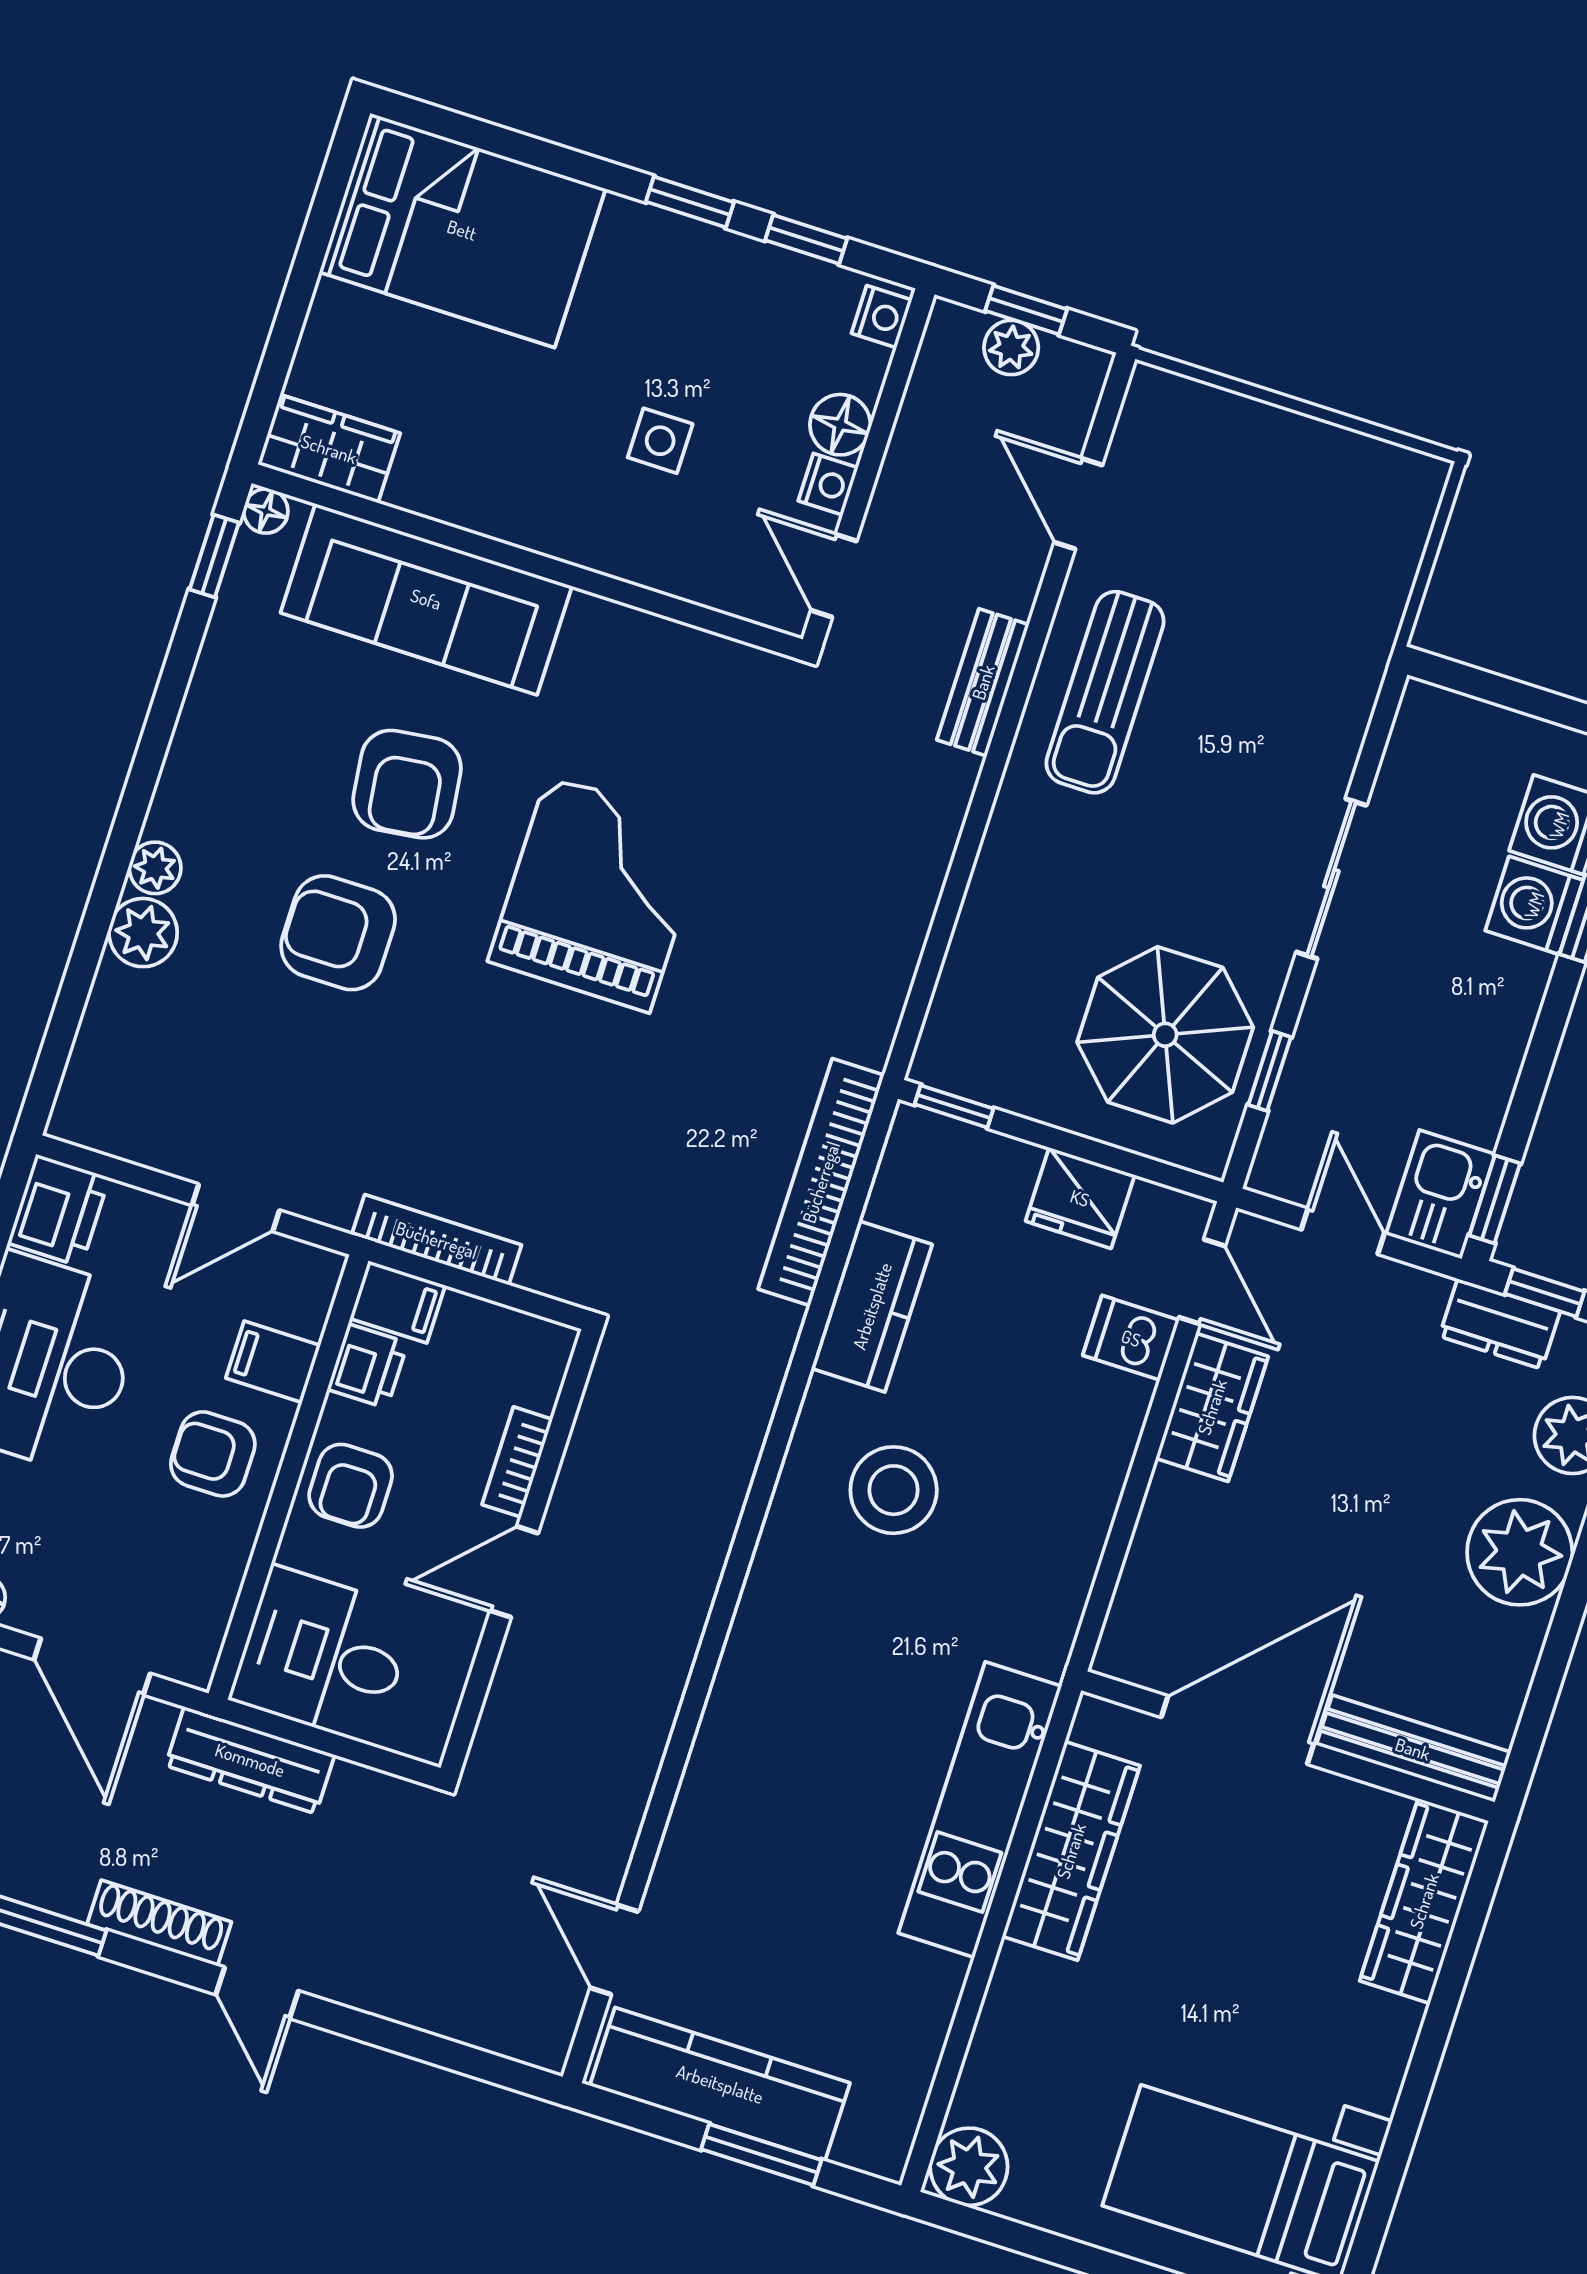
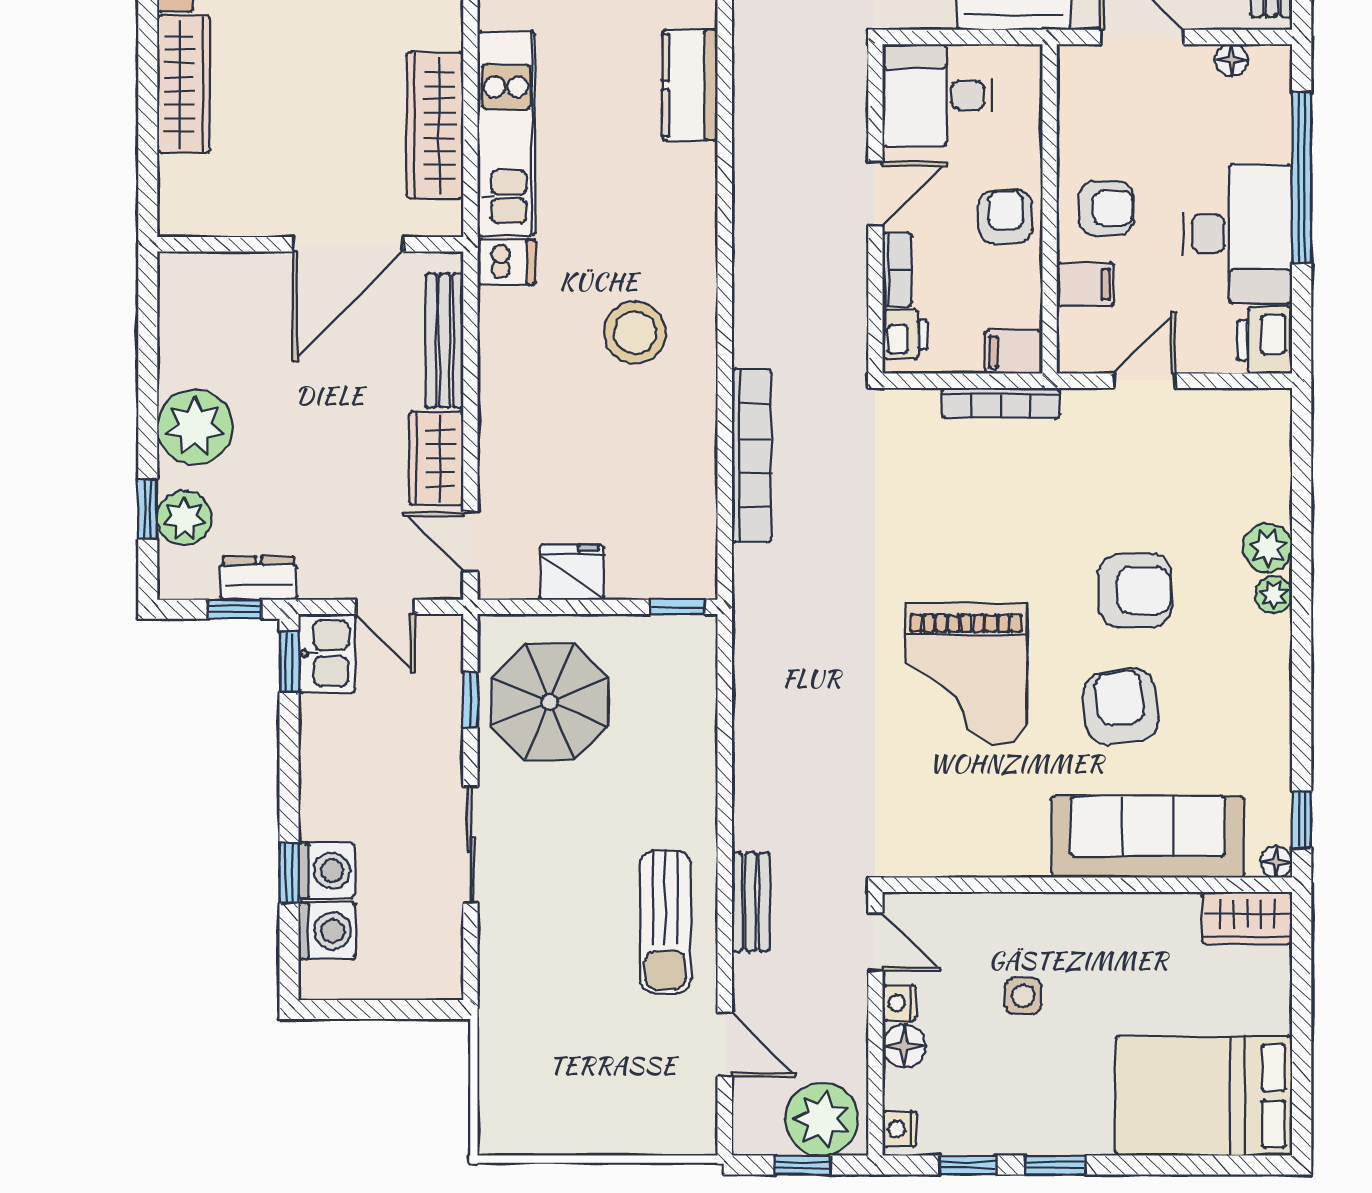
plant: (1011, 348) -> (822, 1119), width x1.88, depth x1.88
sun lounger: (1105, 692) -> (665, 922), turned 180
bookcase: (821, 1182) -> (751, 456), moved
kitchen counter: (872, 1306) -> (690, 85), moved
dishwasher: (1131, 1338) -> (507, 262), moved
printer: (368, 1366) -> (905, 335), moved, turned 180
desk: (323, 1655) -> (938, 95), moved, turned 180
bench: (1413, 1749) -> (445, 340), moved, turned 90
wardrobe: (1424, 1901) -> (184, 84), moved

